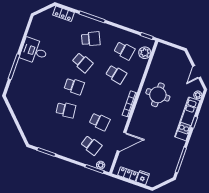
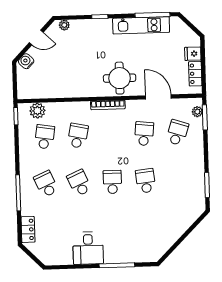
water cooler: (183, 58) -> (26, 61), added
school desk: (82, 63) -> (79, 183), turned -45
round table: (158, 95) -> (120, 78), moved
kitchen unit: (187, 119) -> (141, 25), moved

